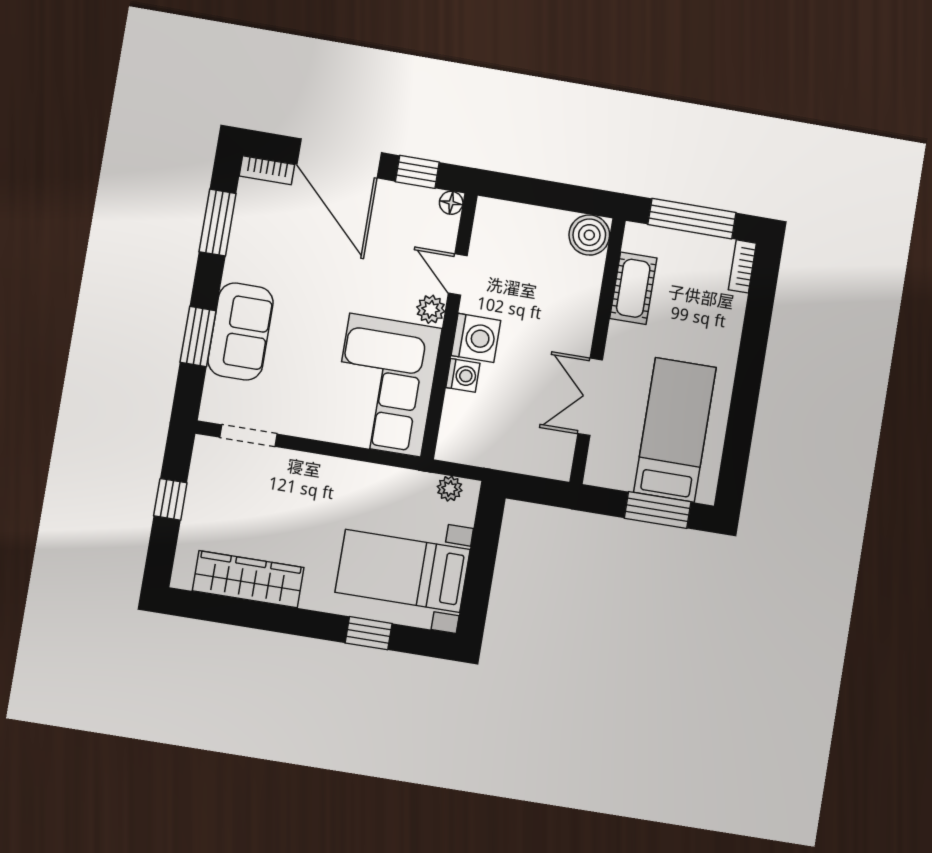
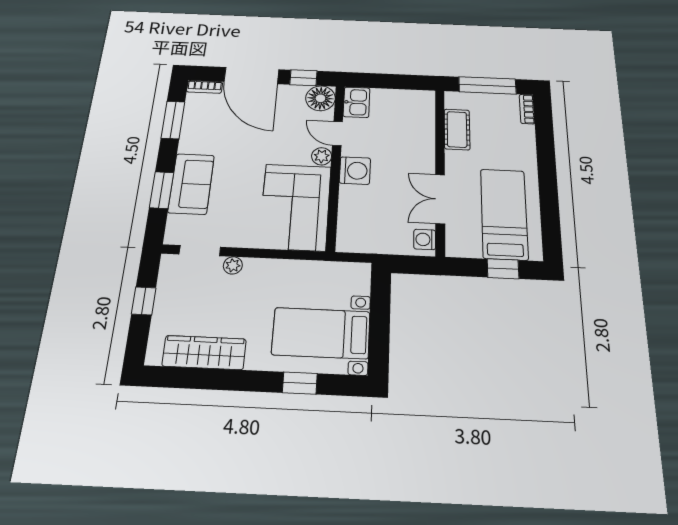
floor lamp: (451, 203) -> (320, 98), width x1.89, depth x1.89
kitchen sink: (492, 224) -> (356, 102), added
boiler: (589, 235) -> (422, 102), removed
washing machine: (463, 375) -> (425, 239), moved, turned 180
plant: (450, 489) -> (233, 265), moved
window: (658, 510) -> (503, 269), width x0.67

